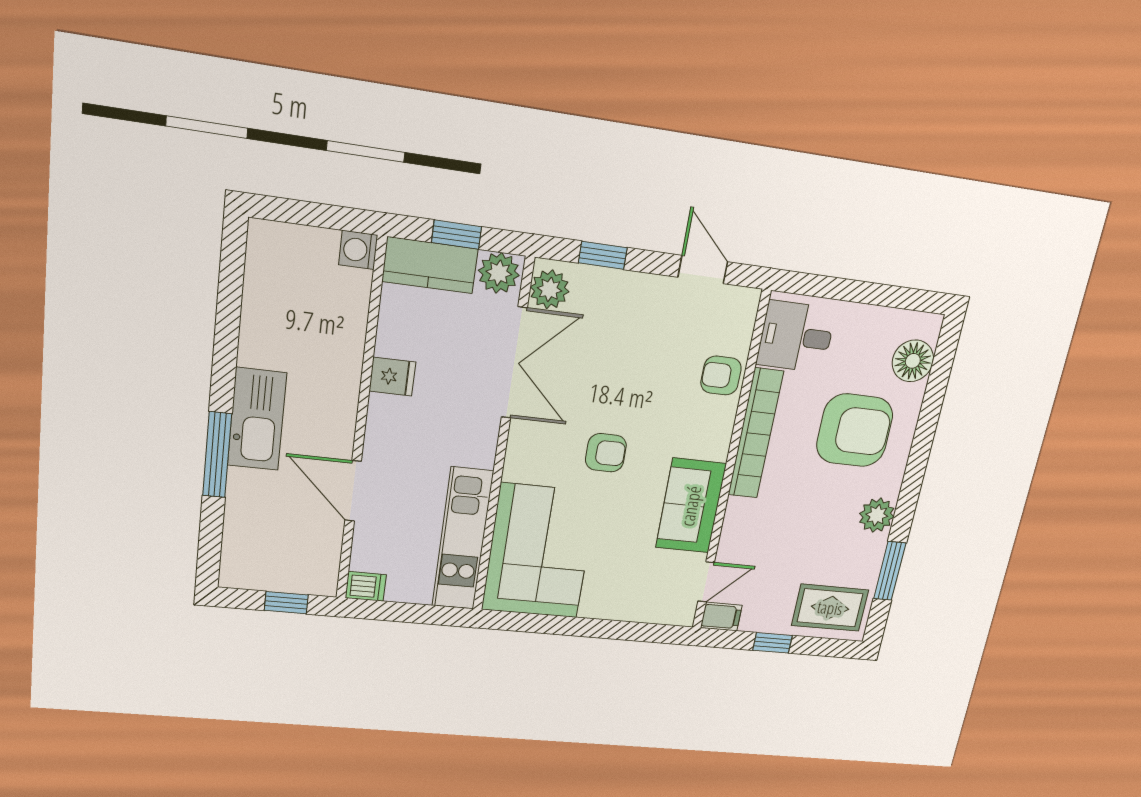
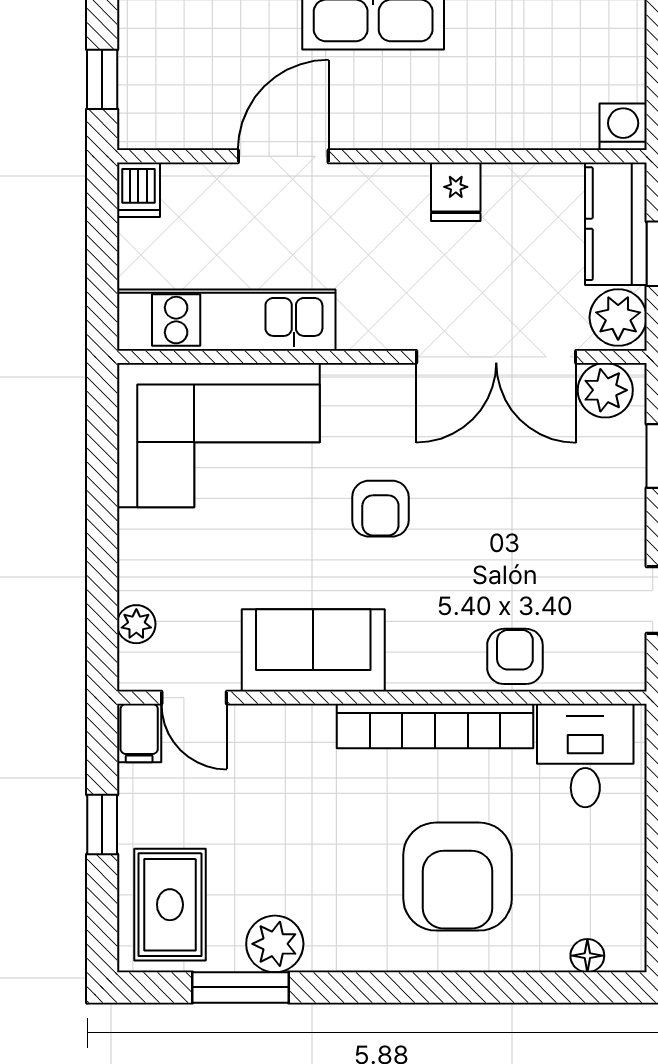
floor lamp: (913, 361) -> (587, 956), width x0.53, depth x0.53
plant: (877, 515) -> (275, 944), moved
plant: (653, 612) -> (136, 624), added

